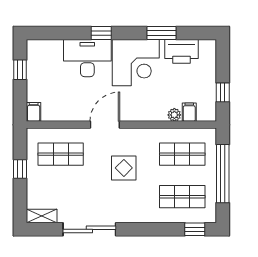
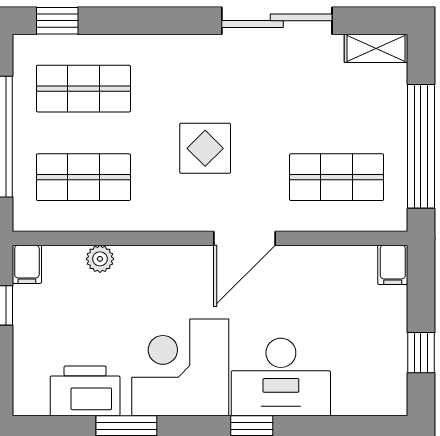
filing cabinet: (189, 112) -> (27, 264), moved
window: (20, 169) -> (421, 146), width x3.17

